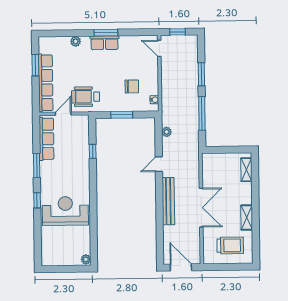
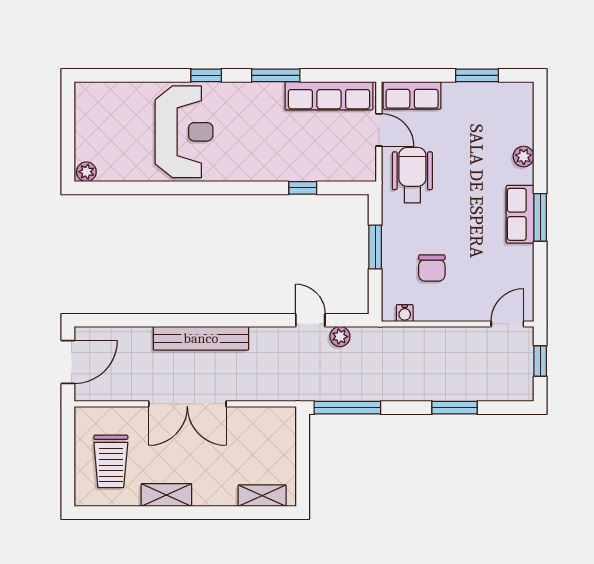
row of seats: (46, 83) -> (412, 95), width x0.50
window: (202, 113) -> (347, 408), moved
door: (159, 164) -> (310, 320), moved

